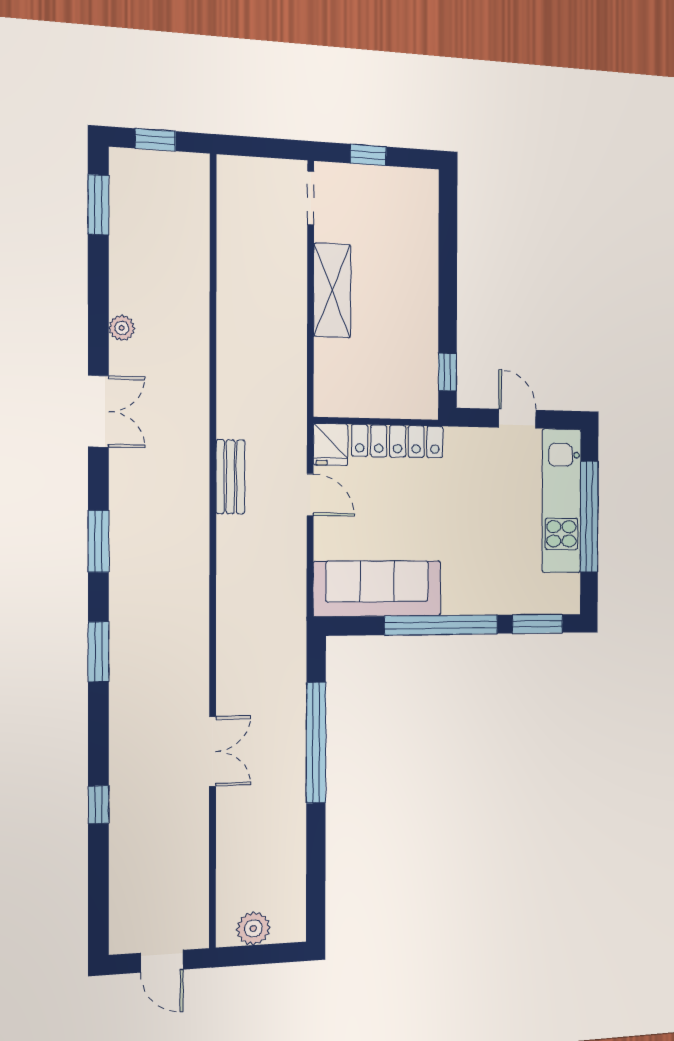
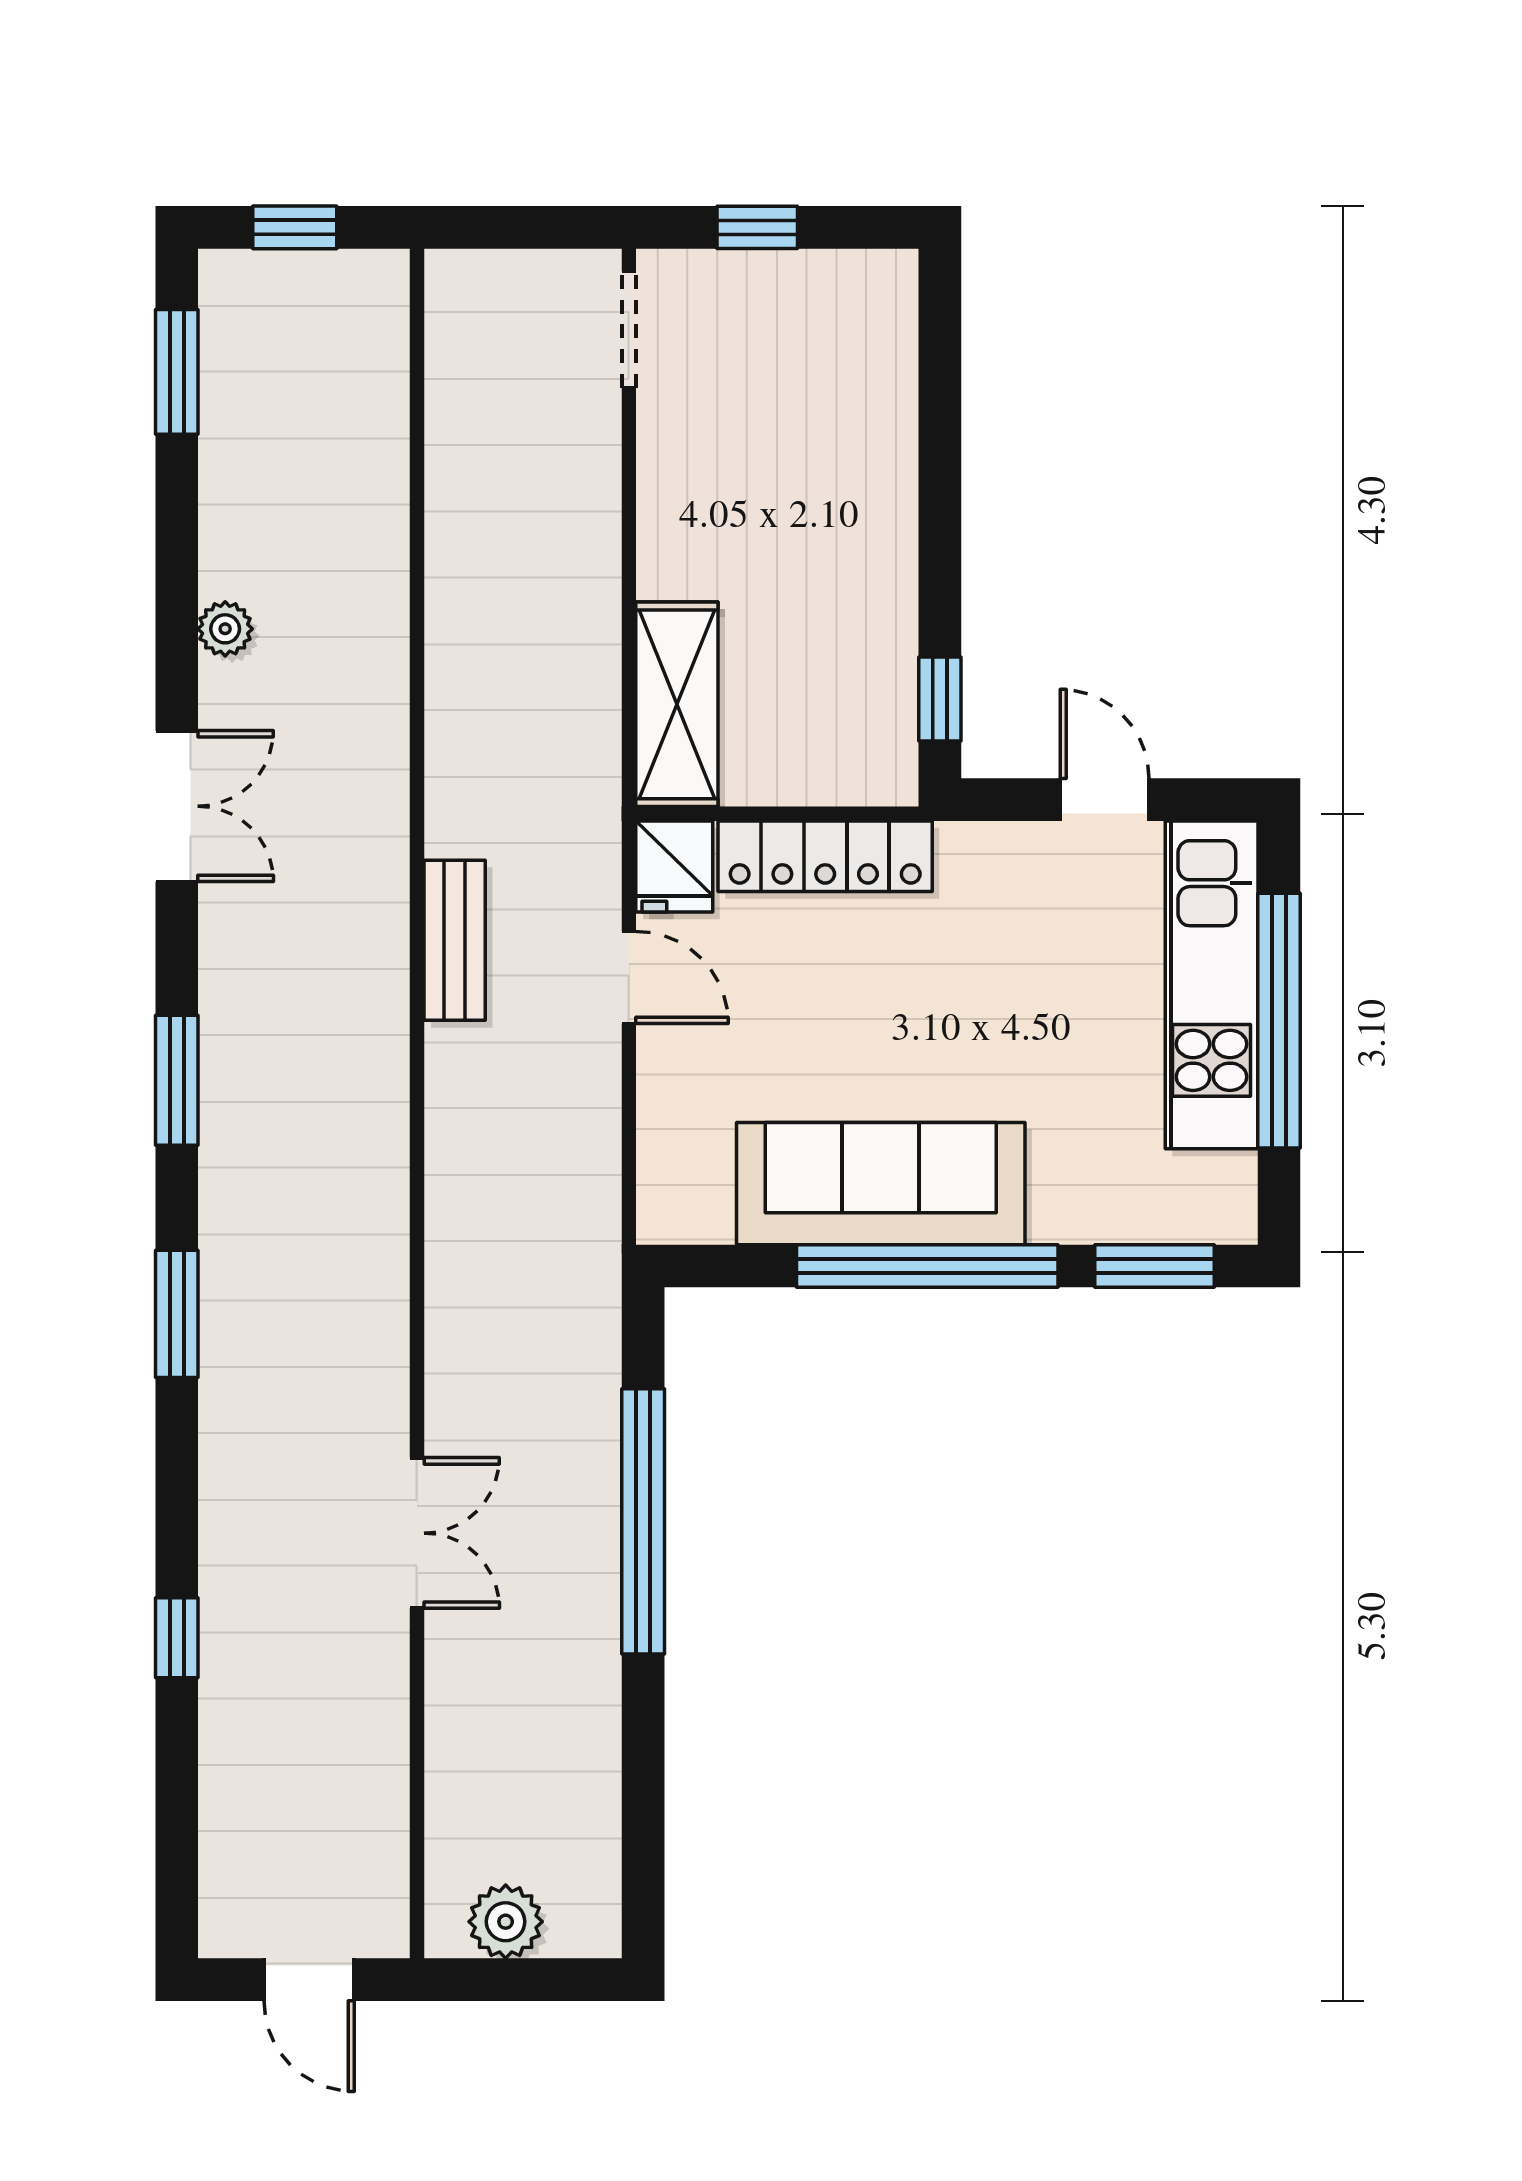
shelving: (332, 290) -> (677, 704), moved
sofa: (377, 589) -> (881, 1184), moved

